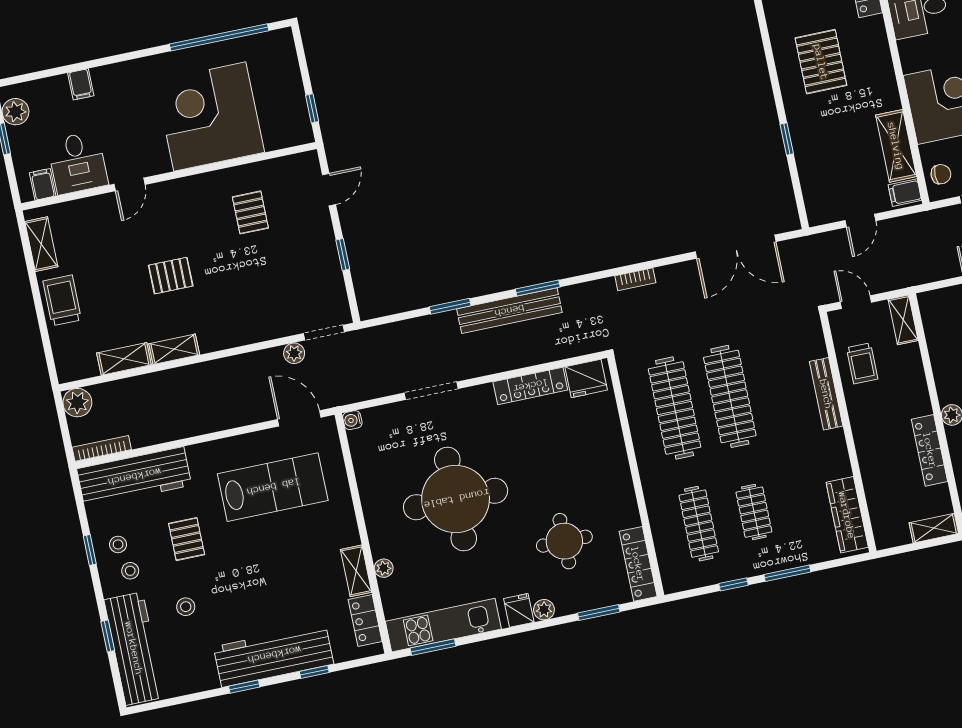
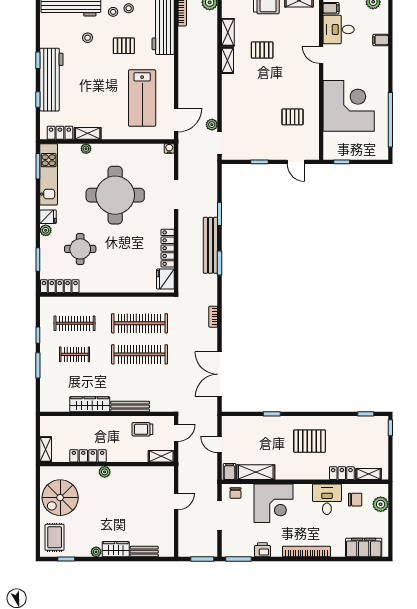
pallet: (171, 276) -> (262, 50), moved, turned 90
wardrobe: (847, 515) -> (90, 404), moved

